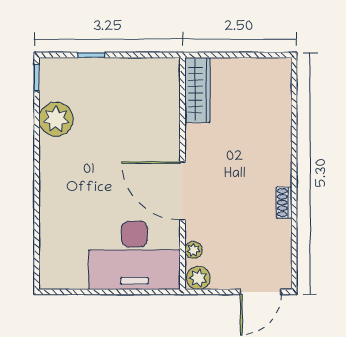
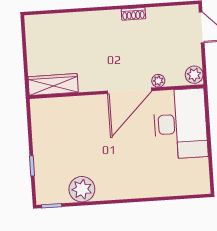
plant: (193, 250) -> (158, 81), moved

